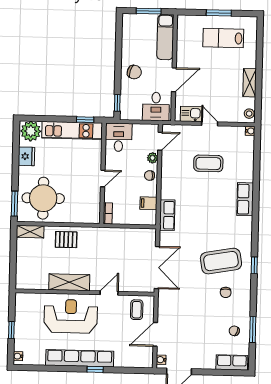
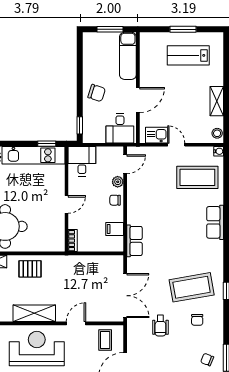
coffee table: (208, 163) -> (197, 177), moved, width x1.36, depth x1.32
wheelchair: (190, 297) -> (160, 326), added

